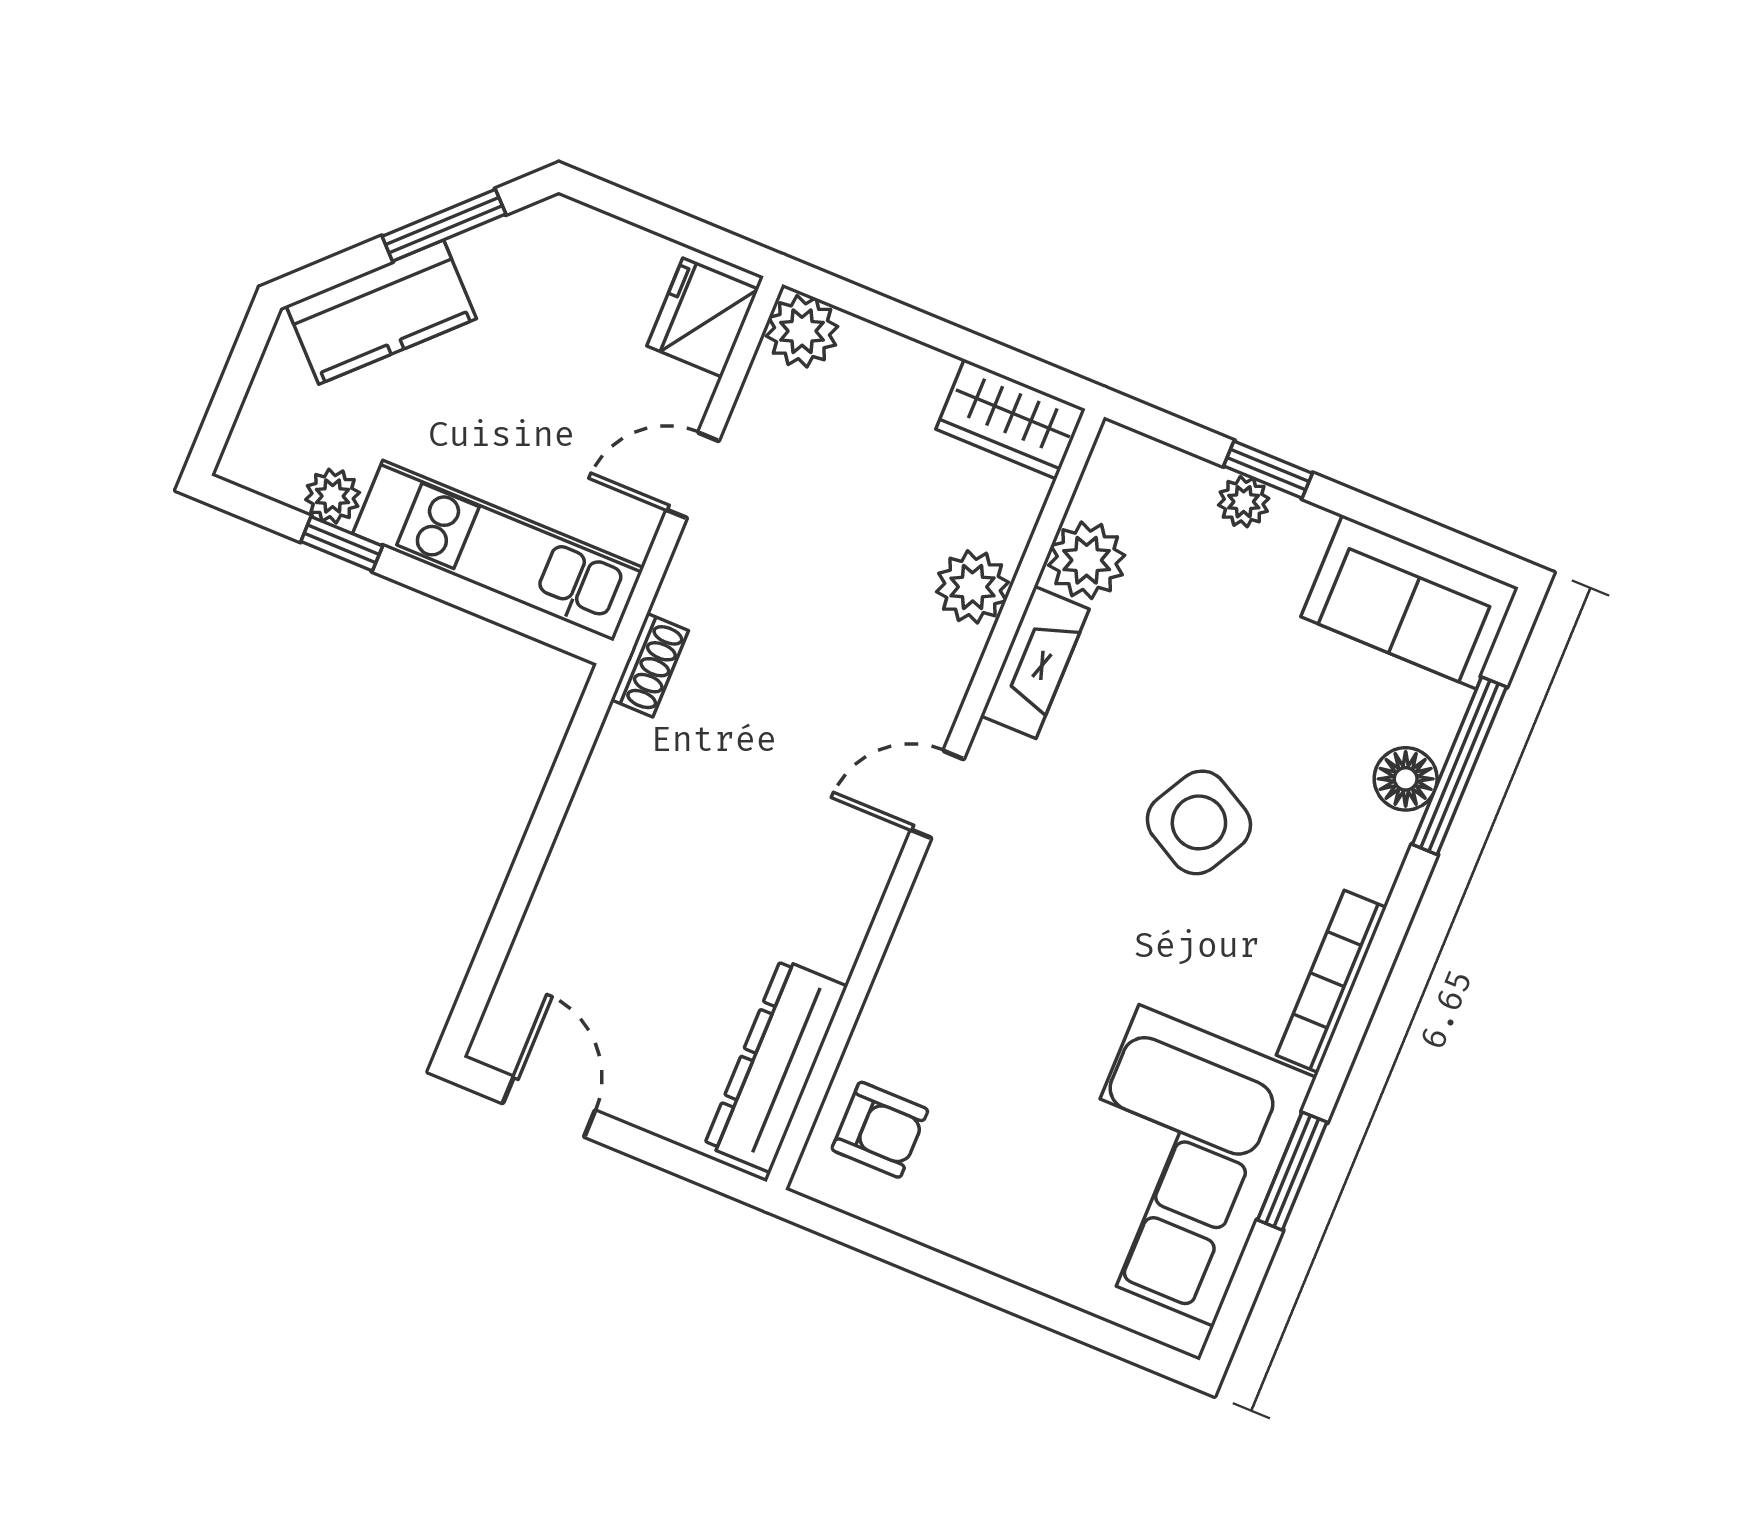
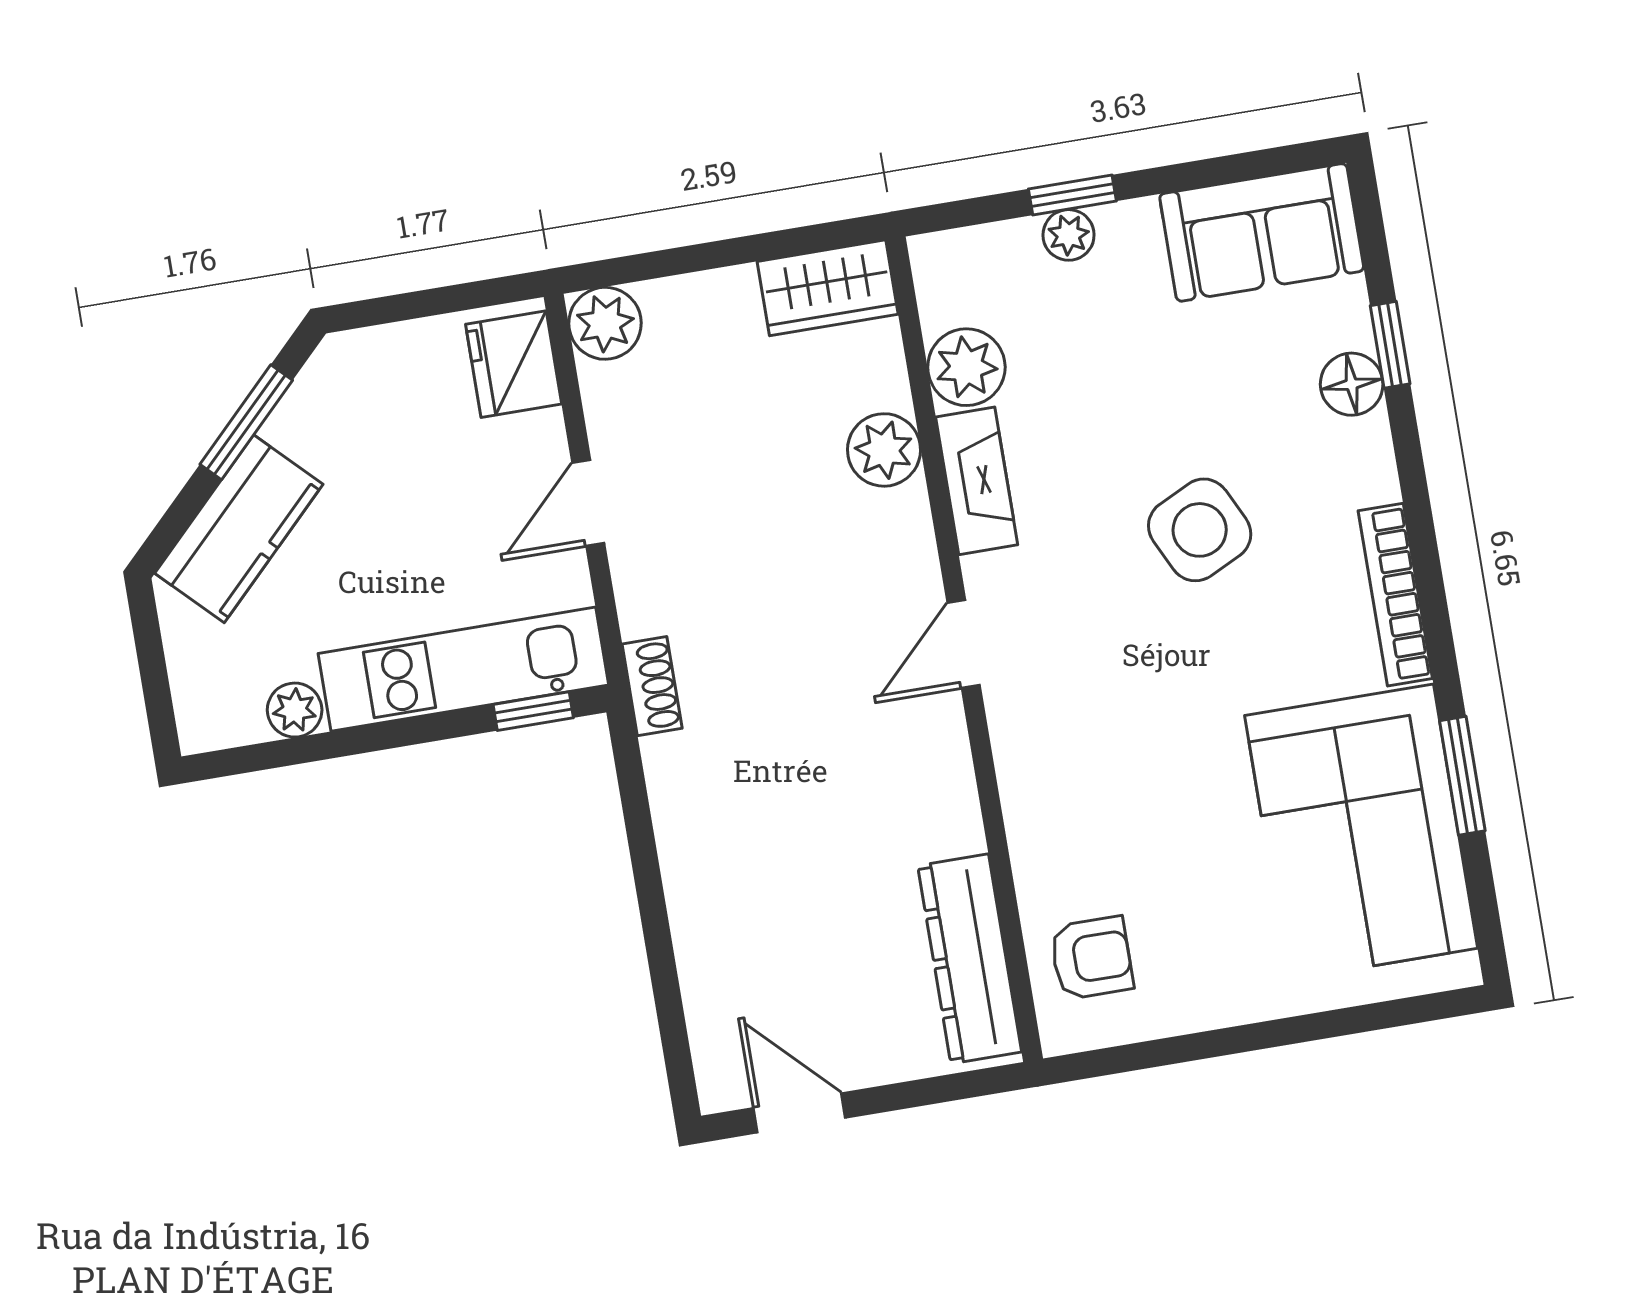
window: (342, 544) -> (533, 711), moved
window: (1459, 766) -> (1390, 345), width x0.46
side table: (1199, 822) -> (1200, 530), turned 35

